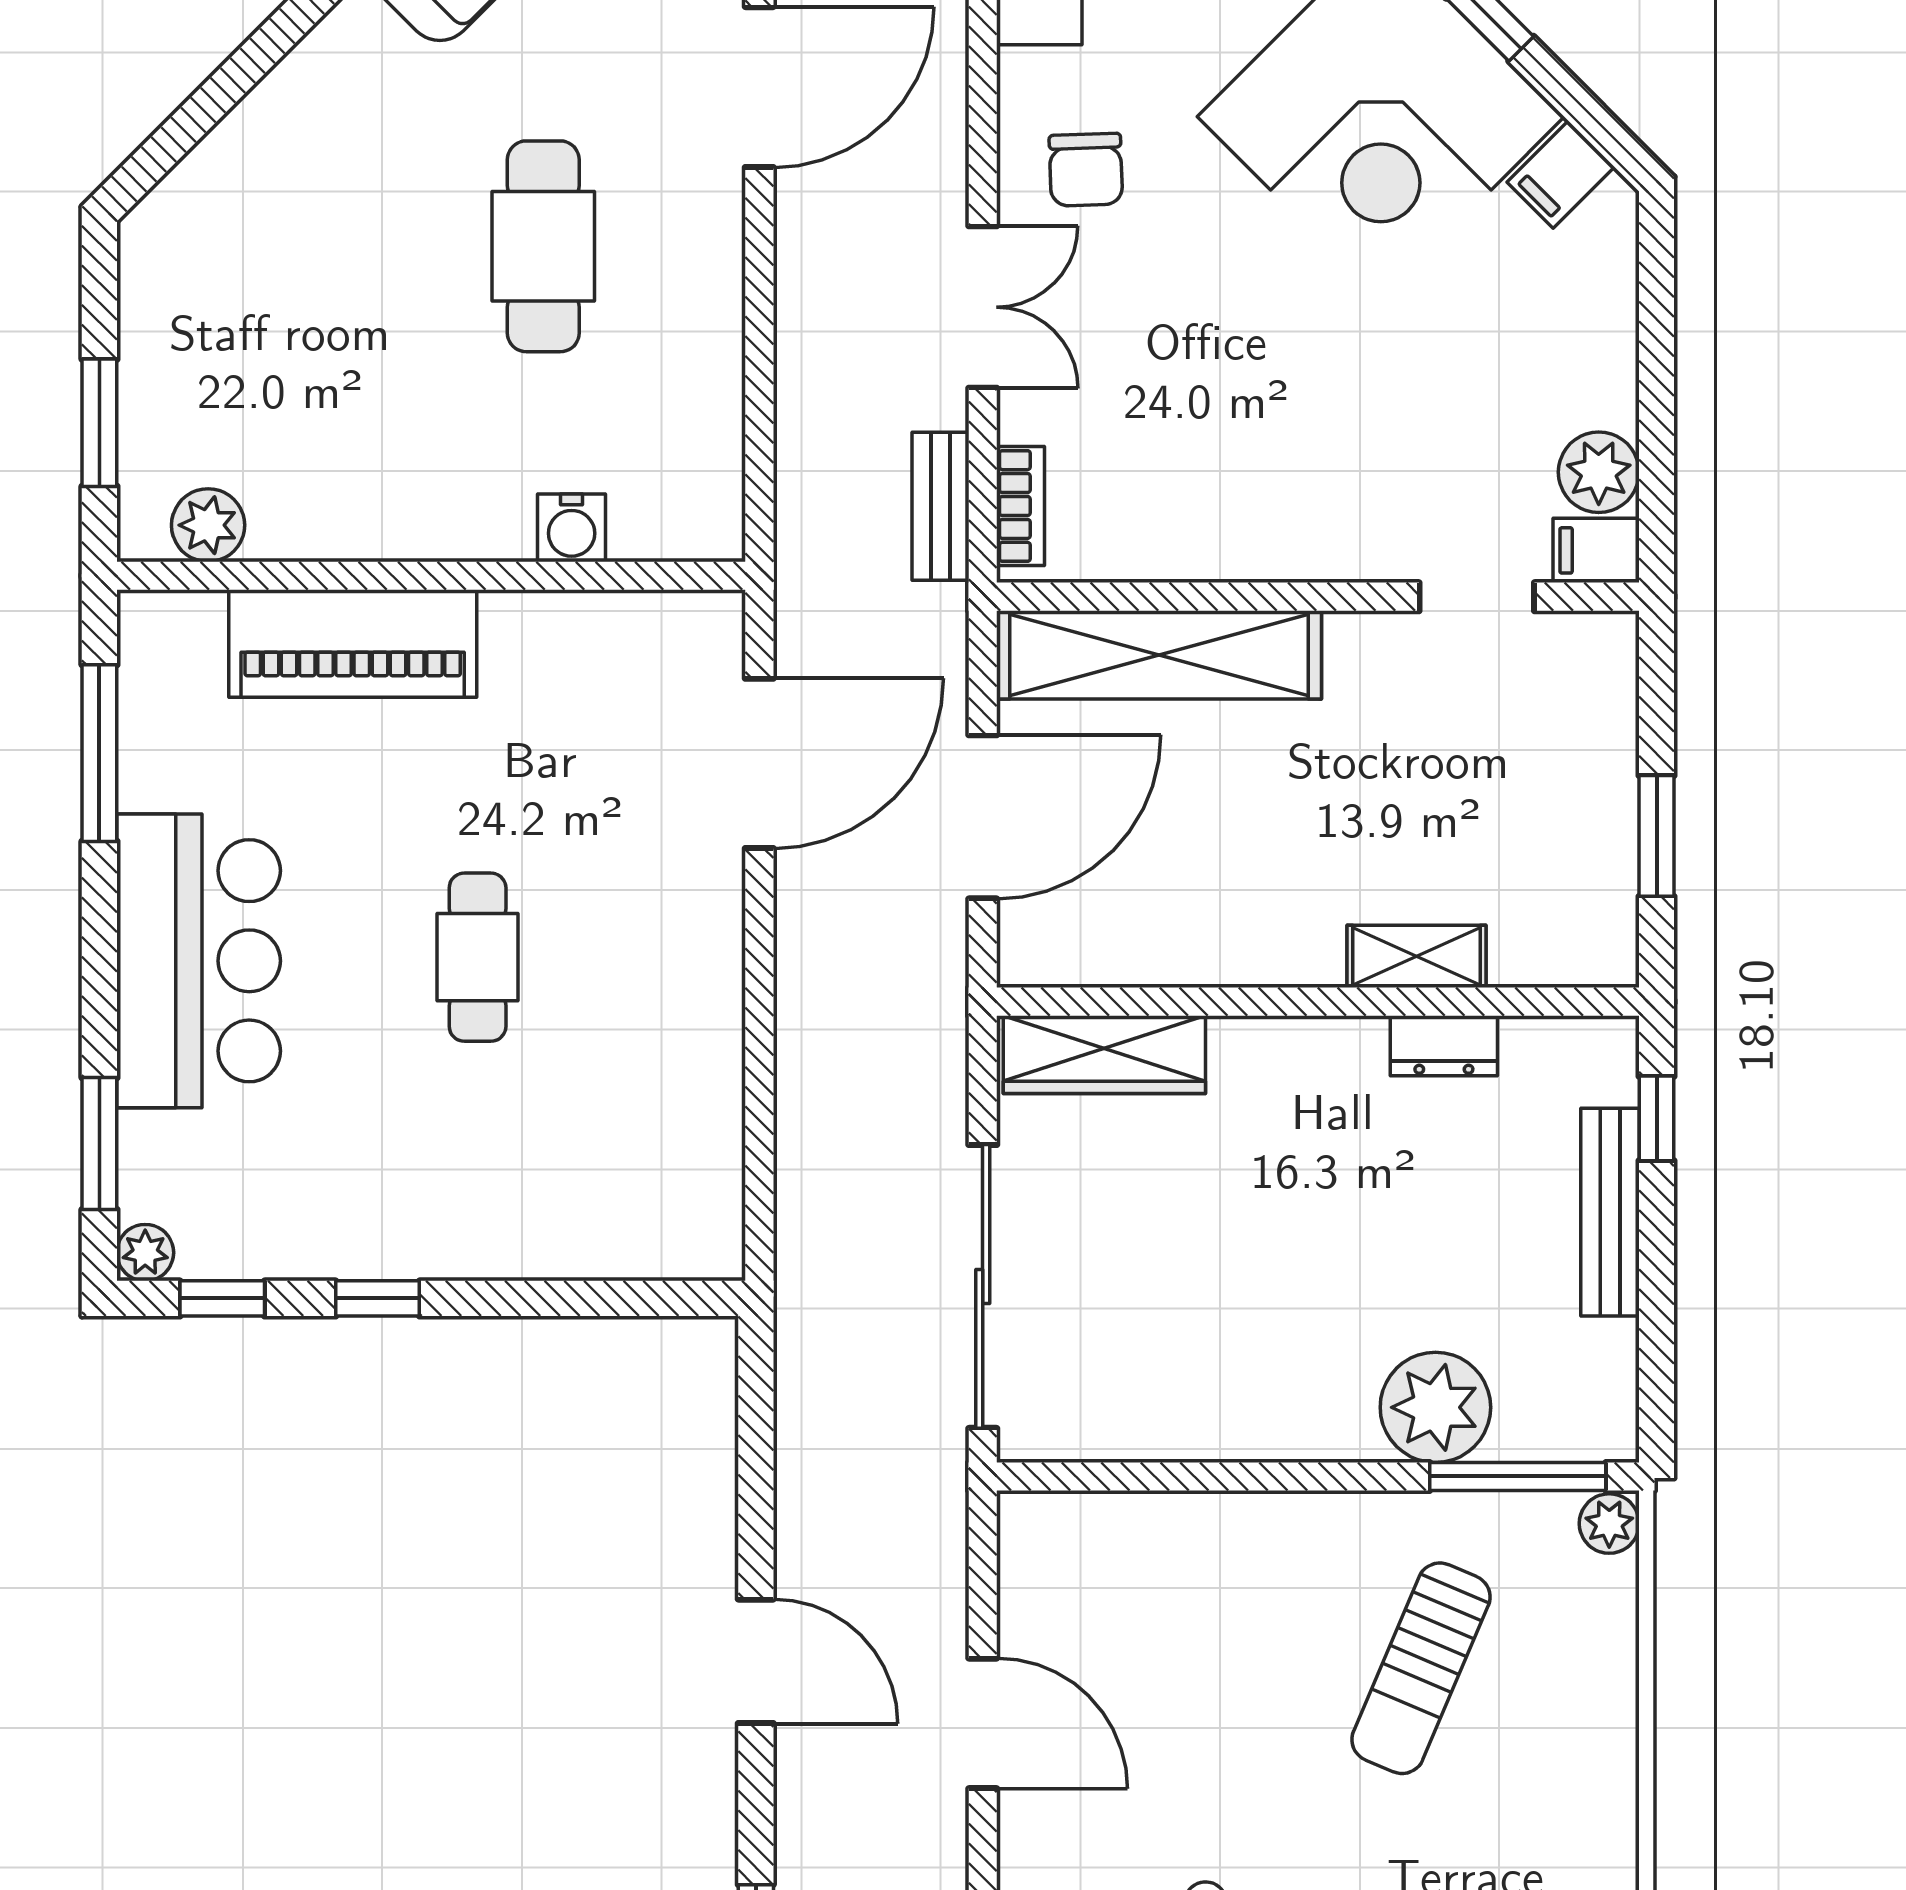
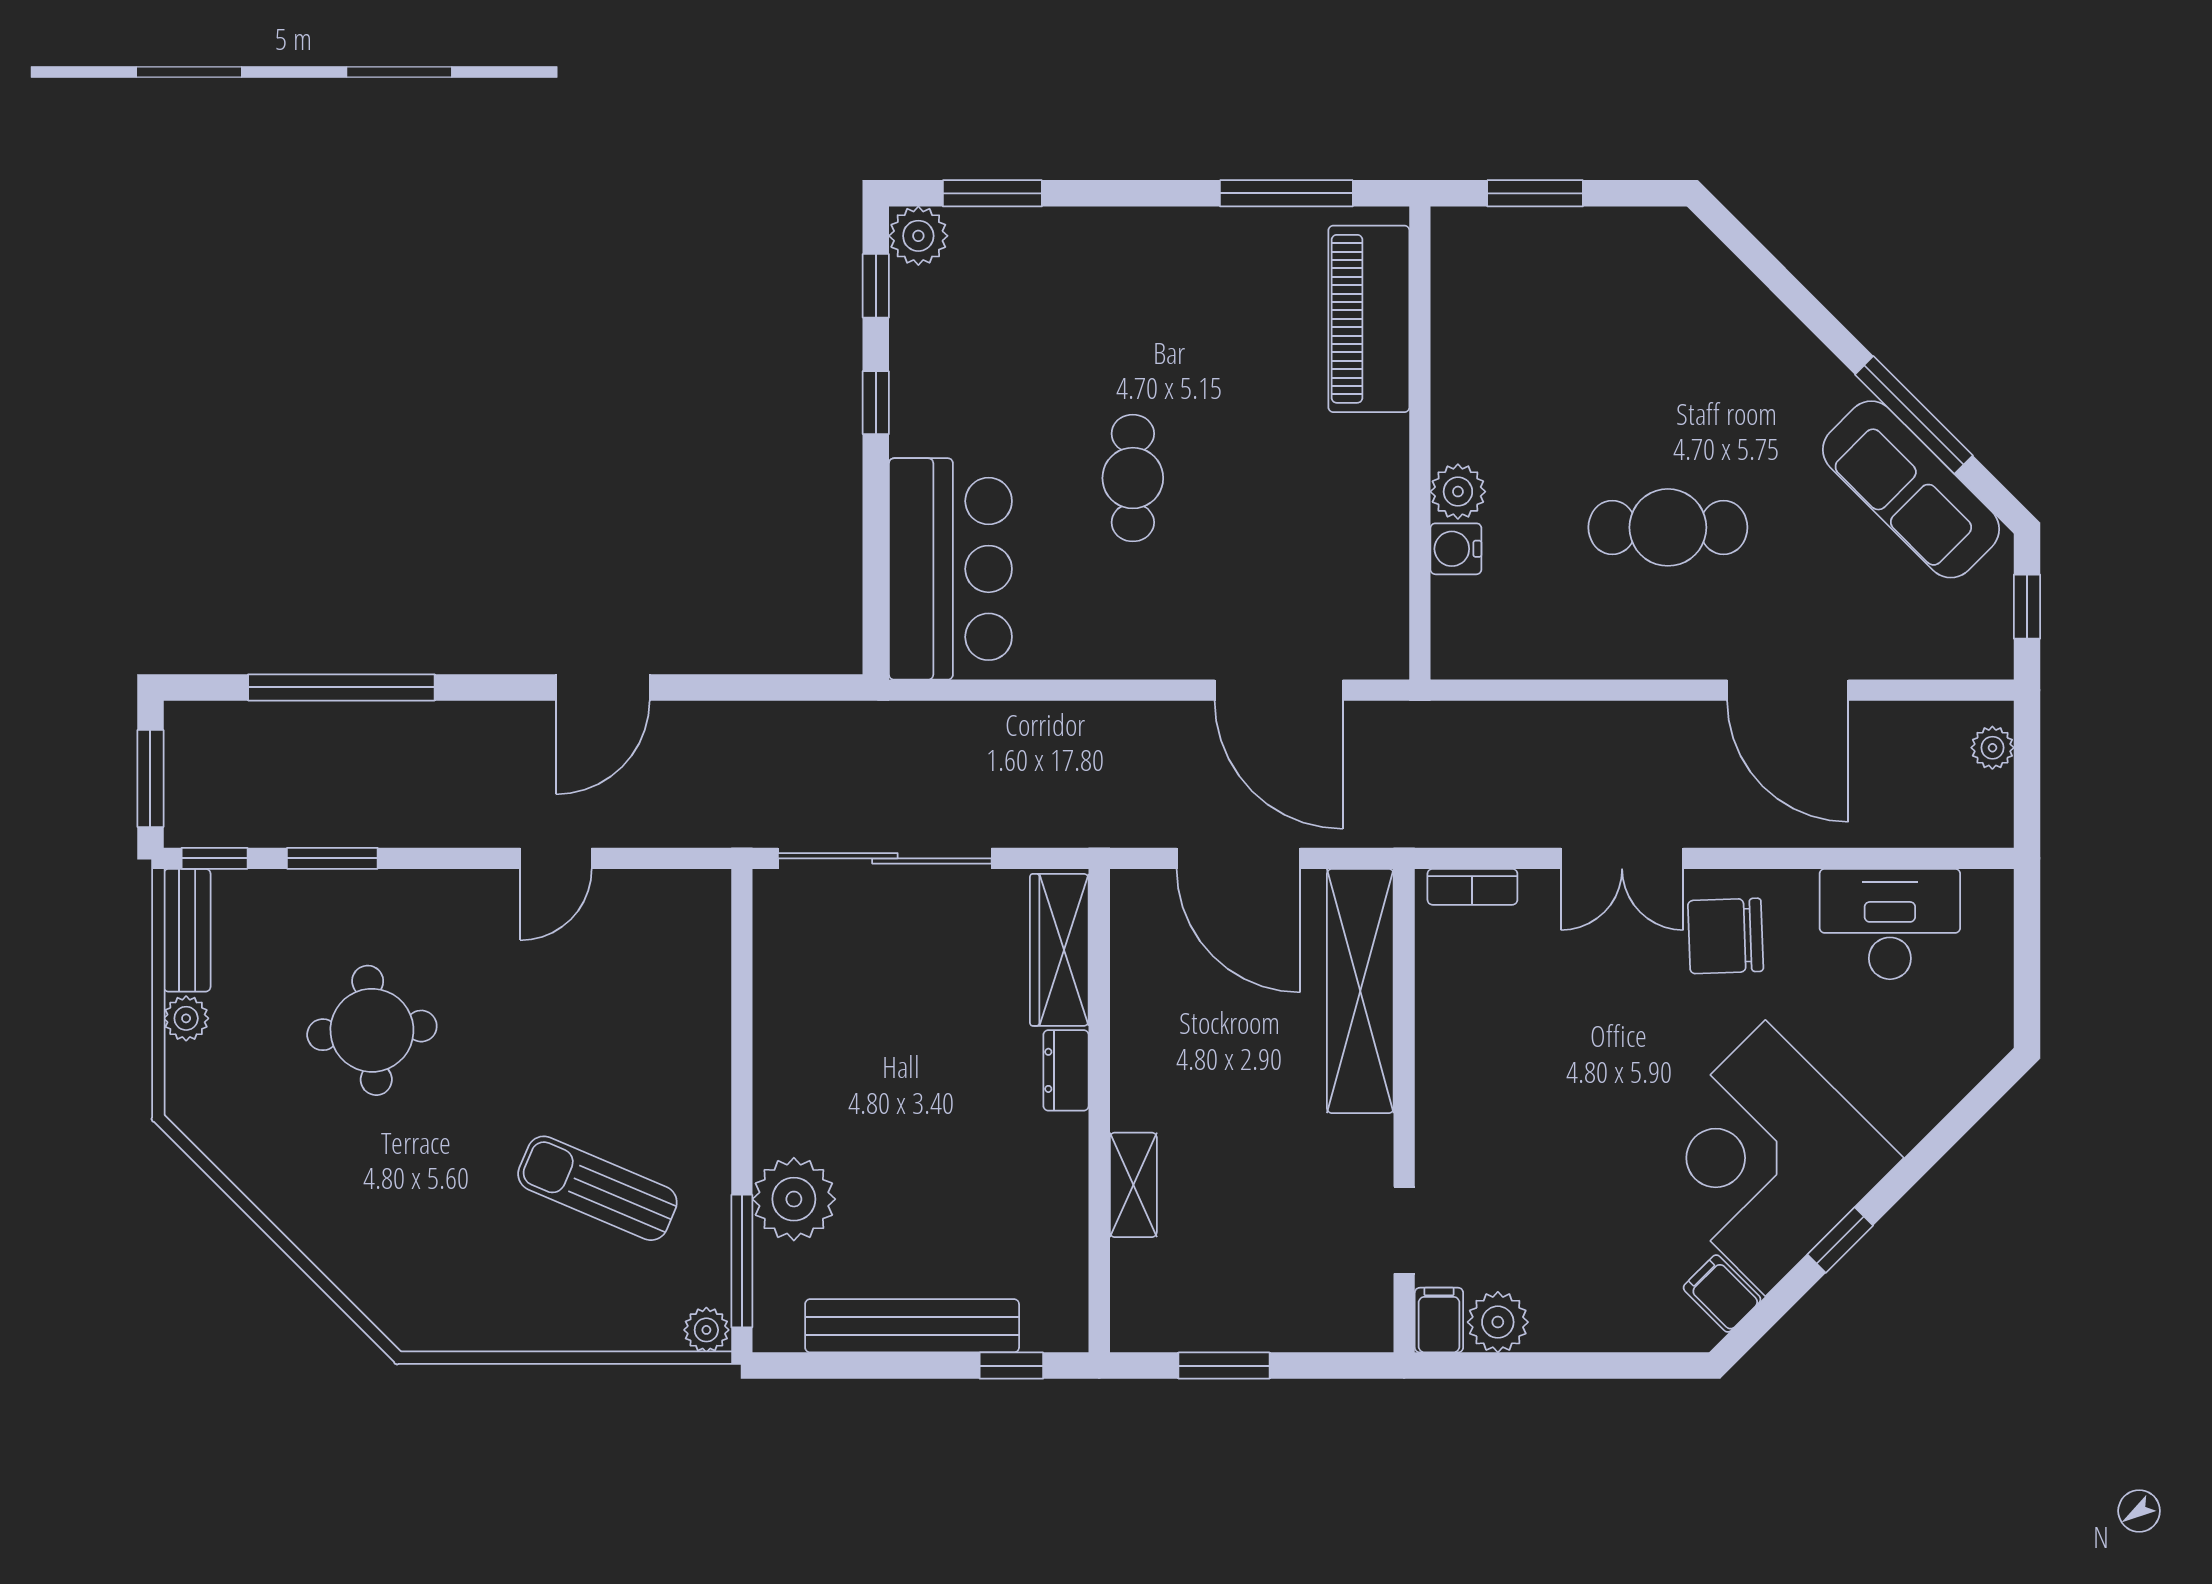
chair: (1086, 170) -> (1726, 936), width x1.37, depth x1.37
bench: (940, 506) -> (1472, 826), removed
plant: (208, 525) -> (1458, 492), moved
piano: (353, 644) -> (1369, 319), moved
cafe table: (478, 957) -> (1133, 478), turned 90
bar counter: (199, 961) -> (950, 569), moved, turned -90
dresser: (1444, 1046) -> (1066, 1070), moved
bench: (1610, 1212) -> (912, 1326), width x1.37, depth x1.21
plant: (145, 1253) -> (918, 236), width x1.38, depth x1.38
door: (983, 1723) -> (556, 858), width x0.73

